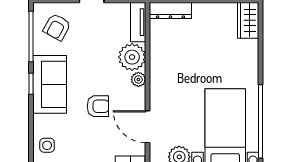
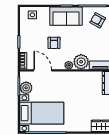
door: (148, 127) -> (43, 70), hinge flipped

